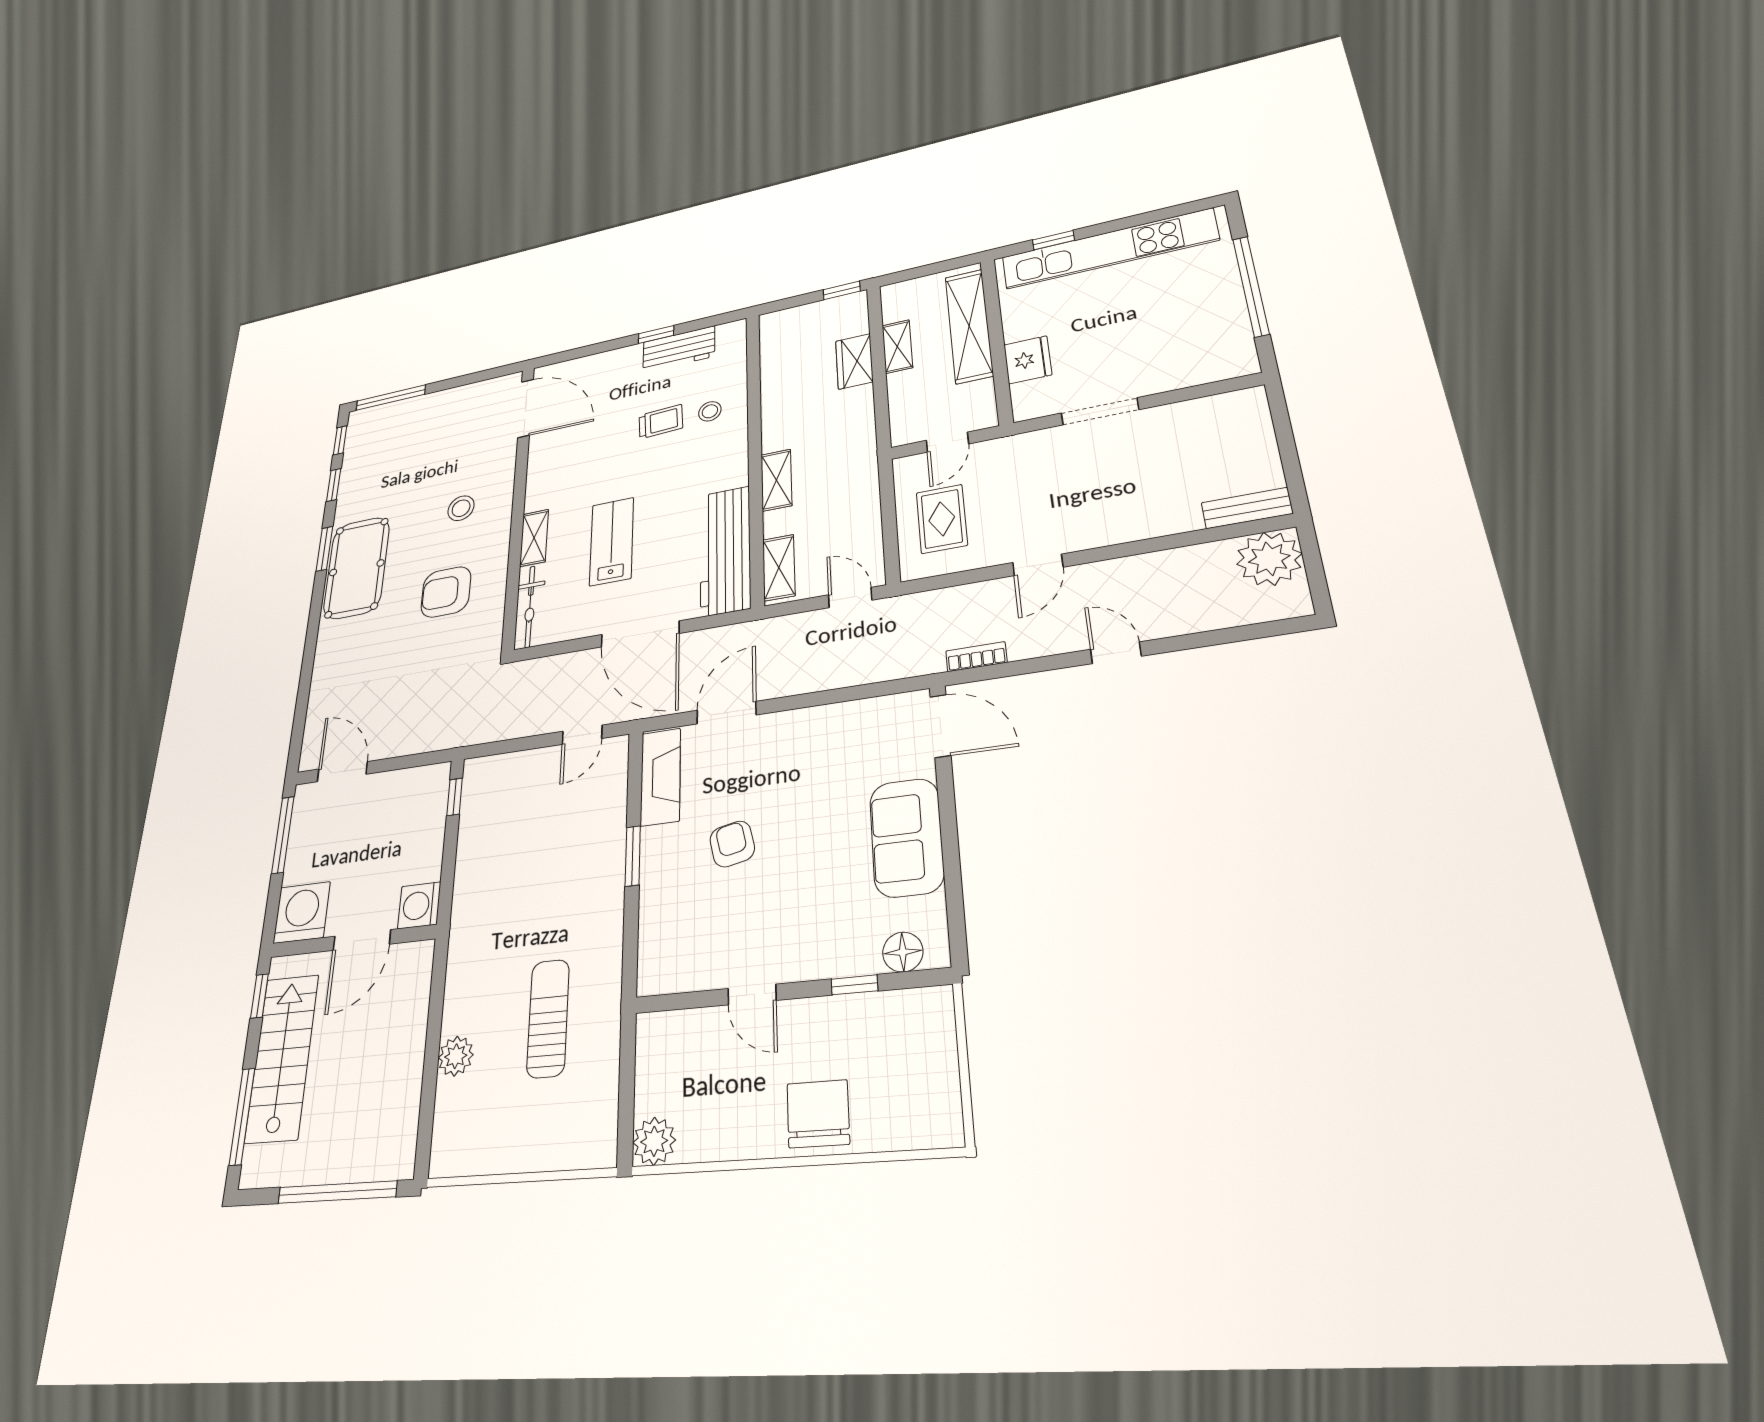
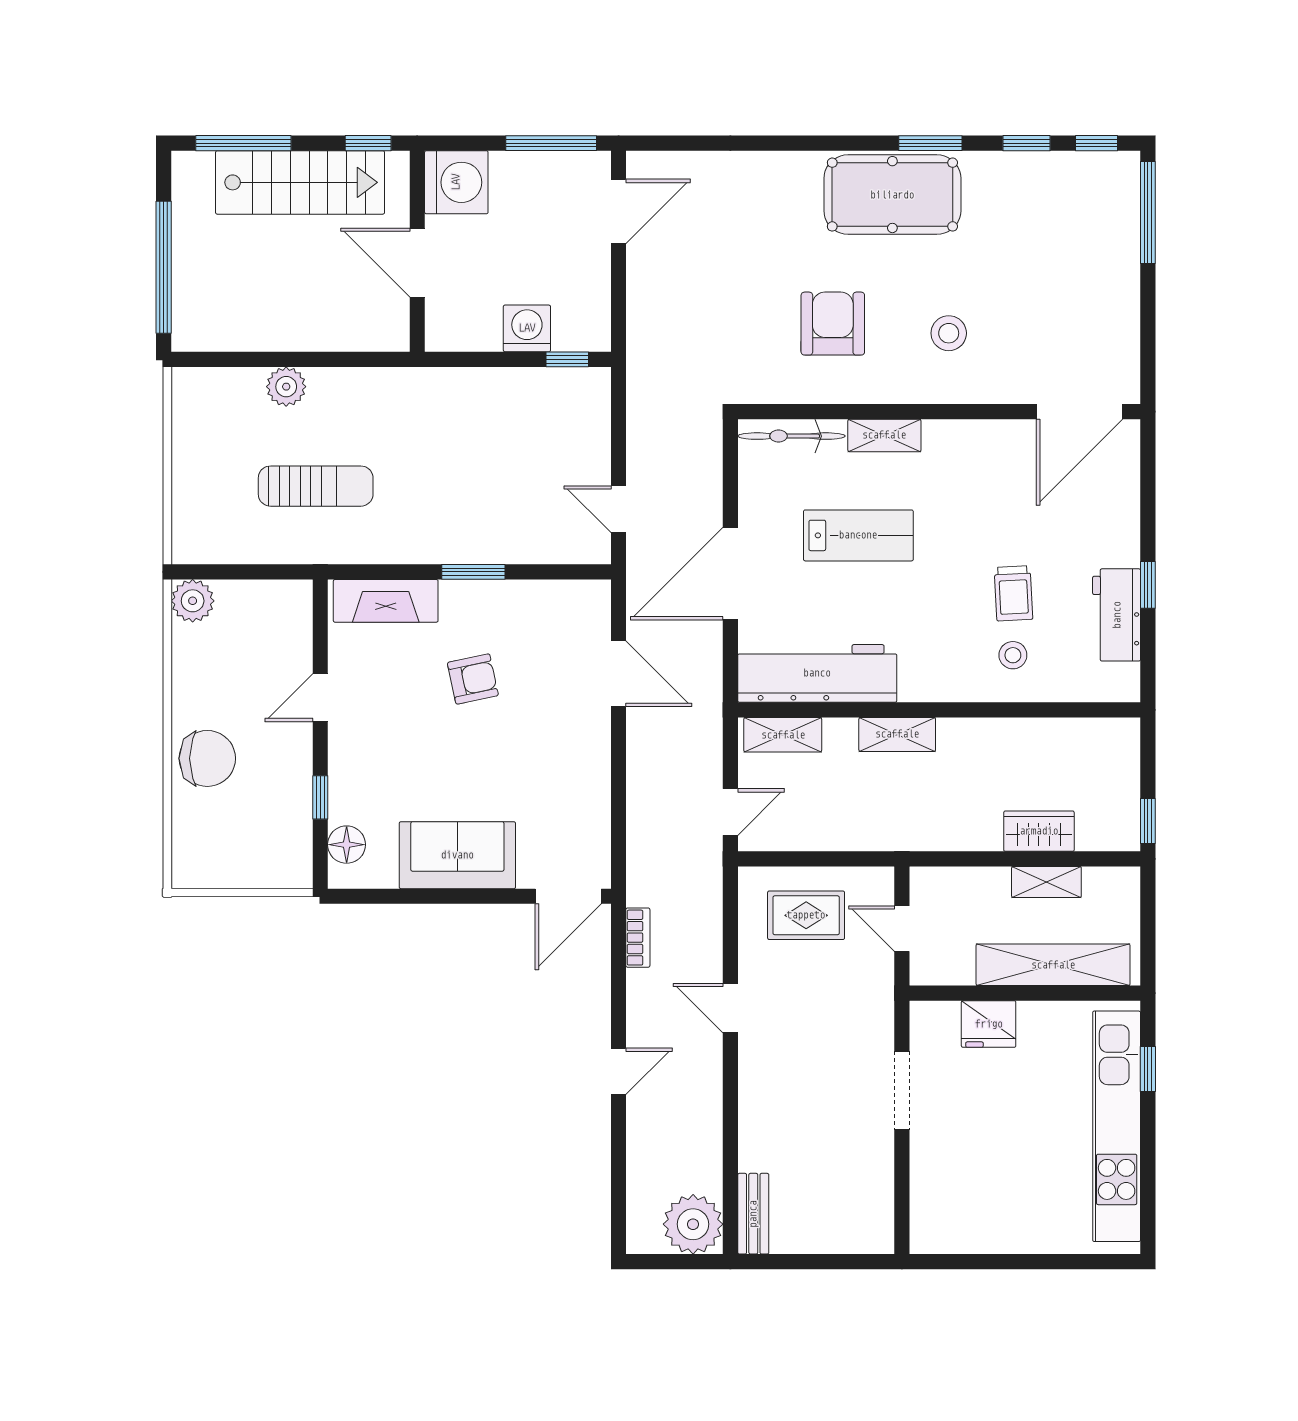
window: (1251, 286) -> (1022, 1262), removed
fireplace: (660, 777) -> (386, 601), moved
washing machine: (419, 905) -> (527, 328), moved

